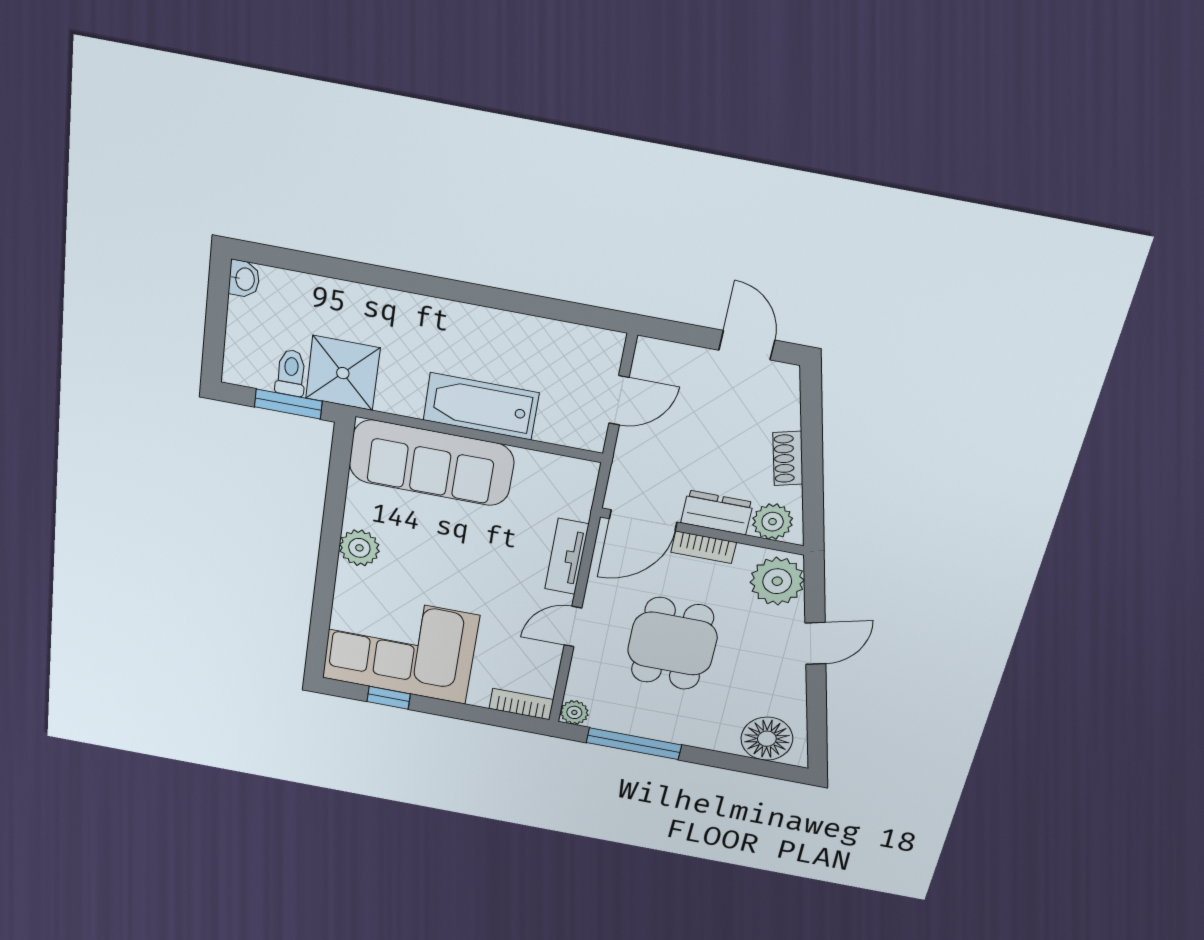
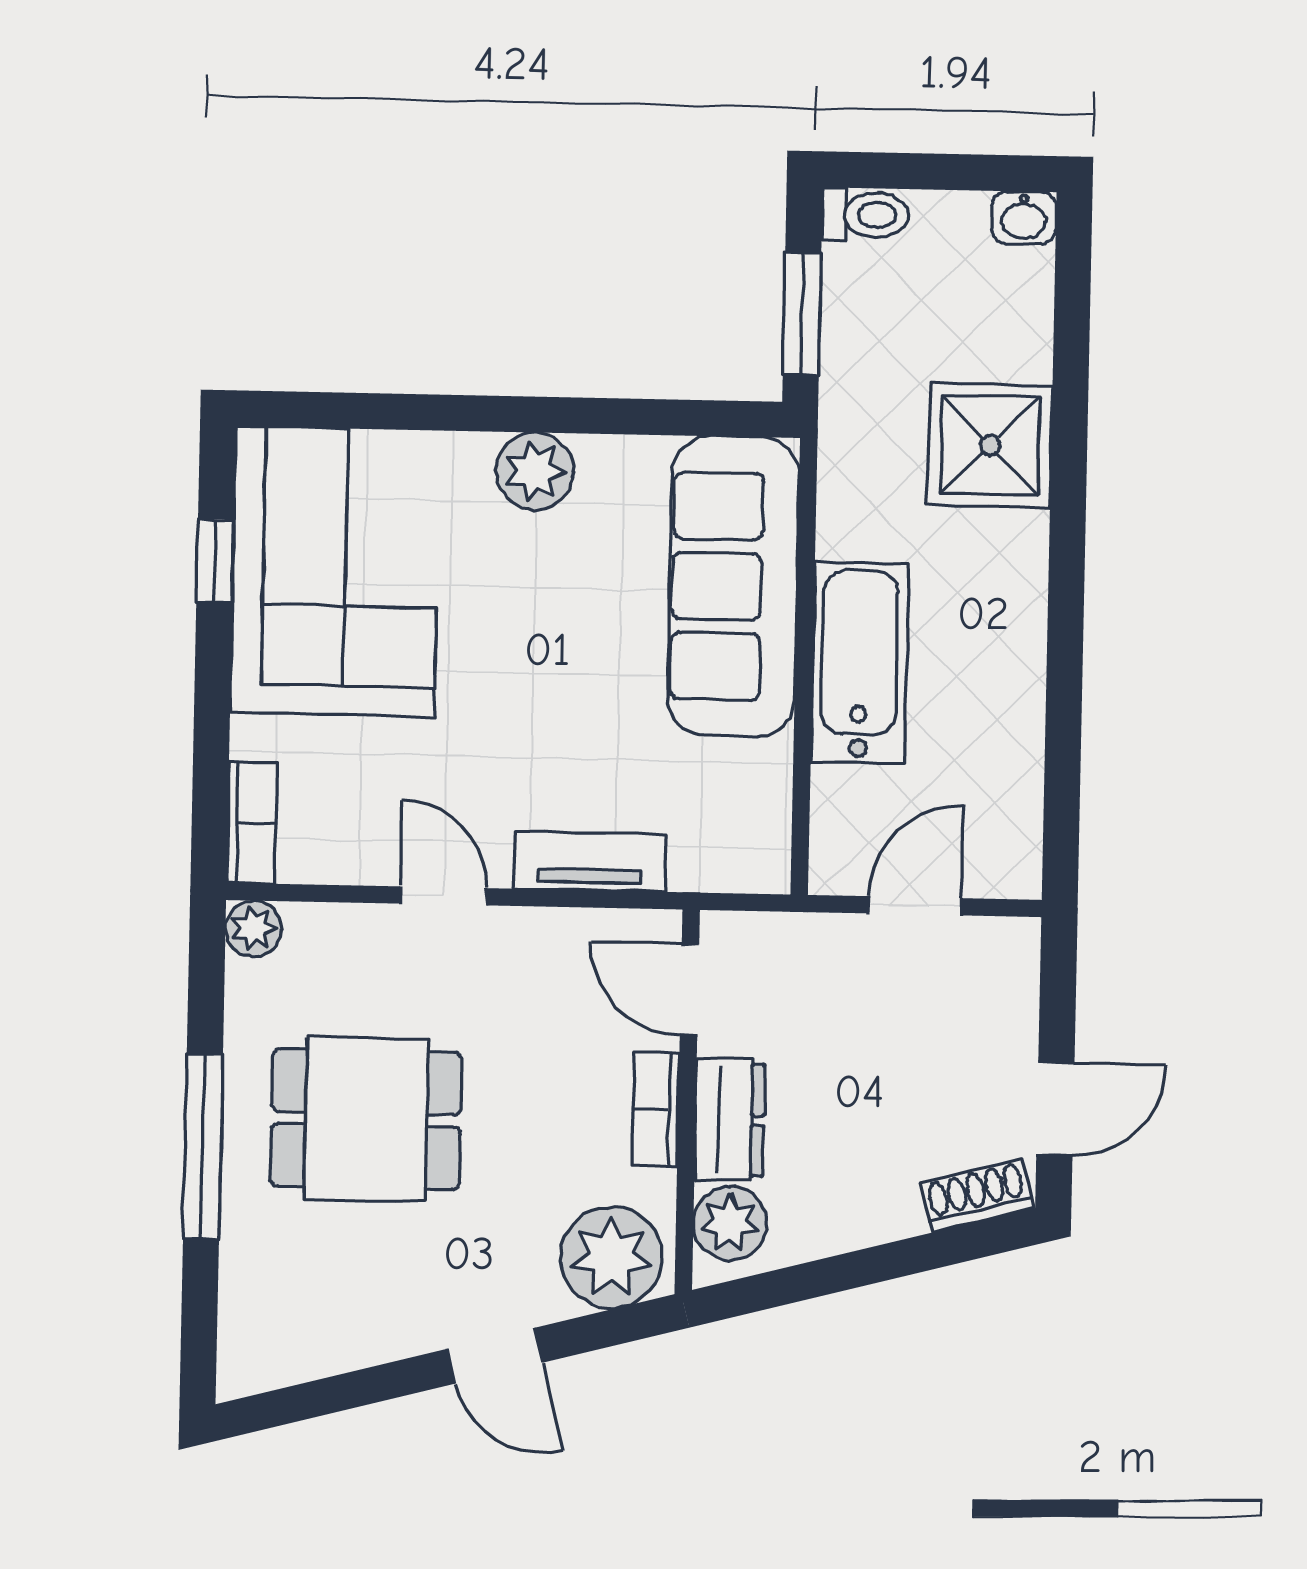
toilet: (291, 373) -> (865, 215), moved
shower: (343, 373) -> (990, 445), moved
door: (619, 400) -> (915, 906), swing flipped
shoe rack: (788, 458) -> (977, 1196), moved
door: (643, 520) -> (689, 989), width x0.73
dining table: (672, 644) -> (366, 1119), moved
floor lamp: (767, 739) -> (268, 1310), removed
window: (634, 744) -> (203, 1146), moved

